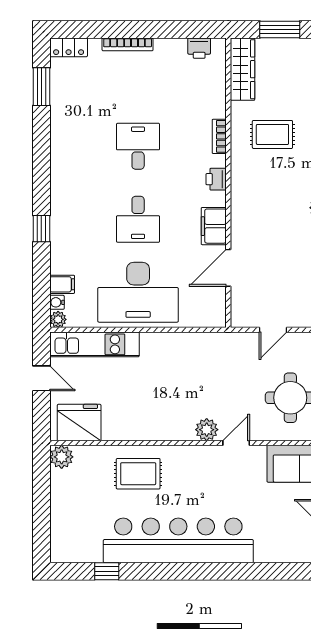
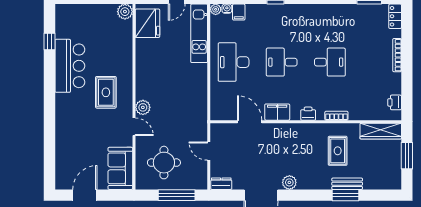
desk: (138, 292) -> (234, 62), width x0.73, depth x0.77
rug: (138, 474) -> (106, 92), moved
bar counter: (178, 540) -> (70, 66), width x0.54

